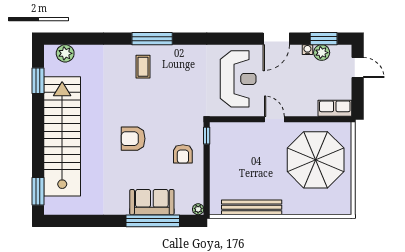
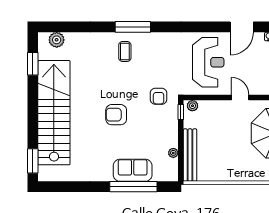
plant: (220, 128) -> (192, 106), added
armchair: (183, 154) -> (159, 96), moved
bench: (252, 207) -> (190, 155), moved, turned 90
plant: (198, 209) -> (173, 153), moved

